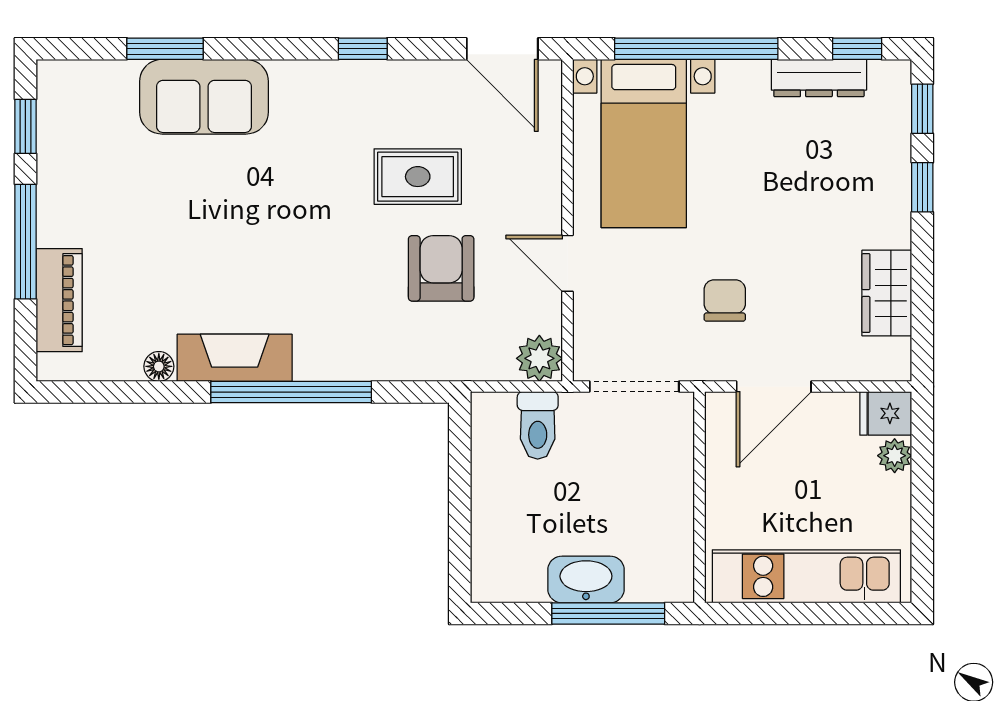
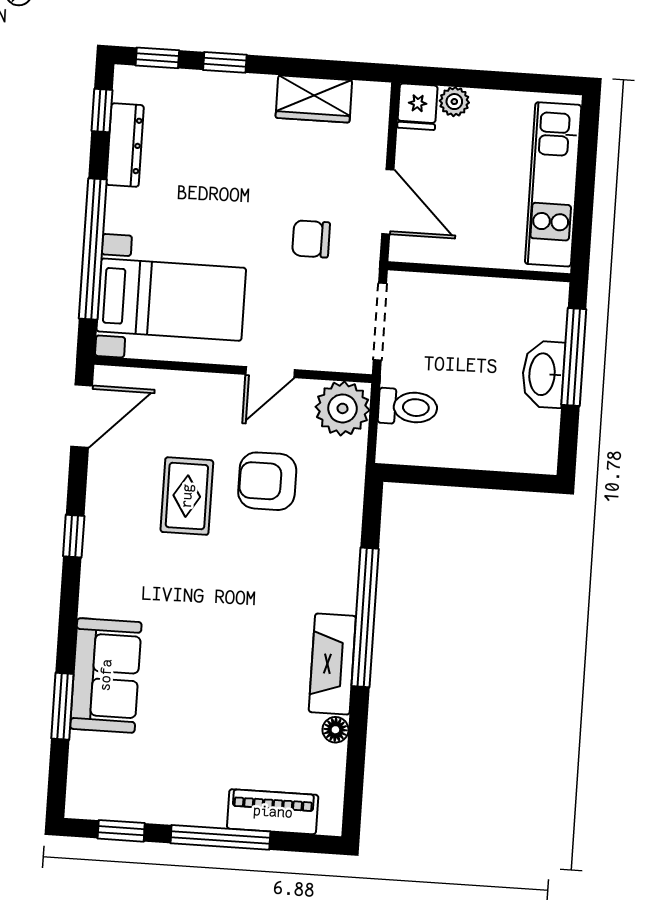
plant: (539, 358) -> (343, 408), width x1.36, depth x1.36

